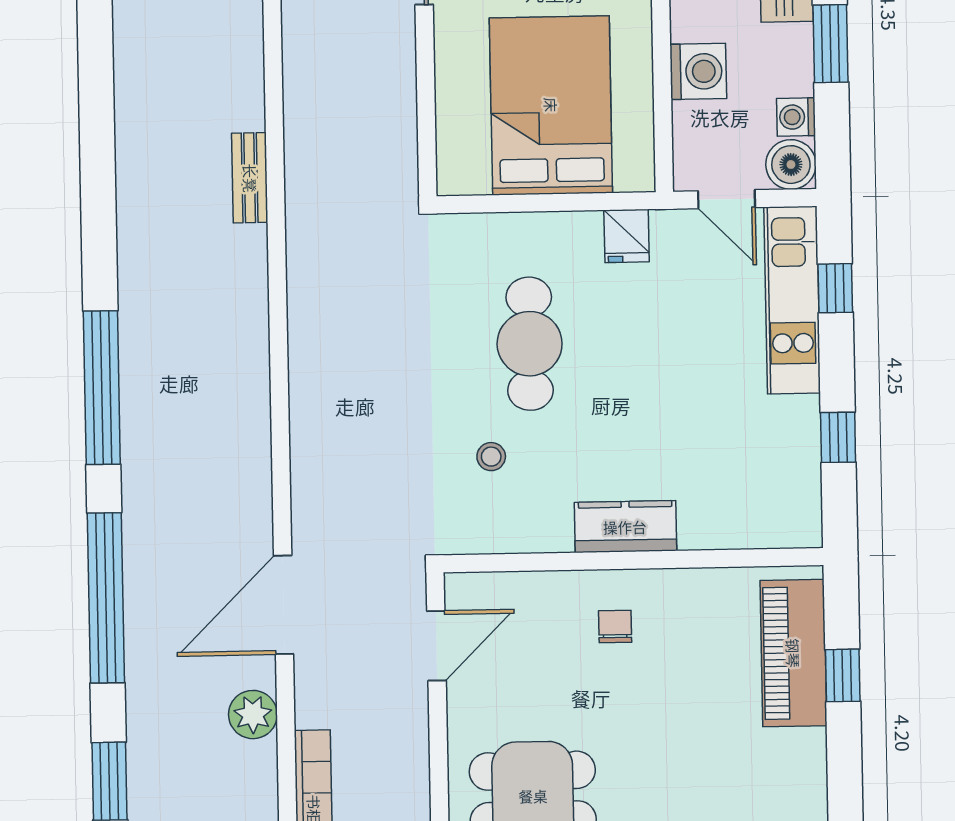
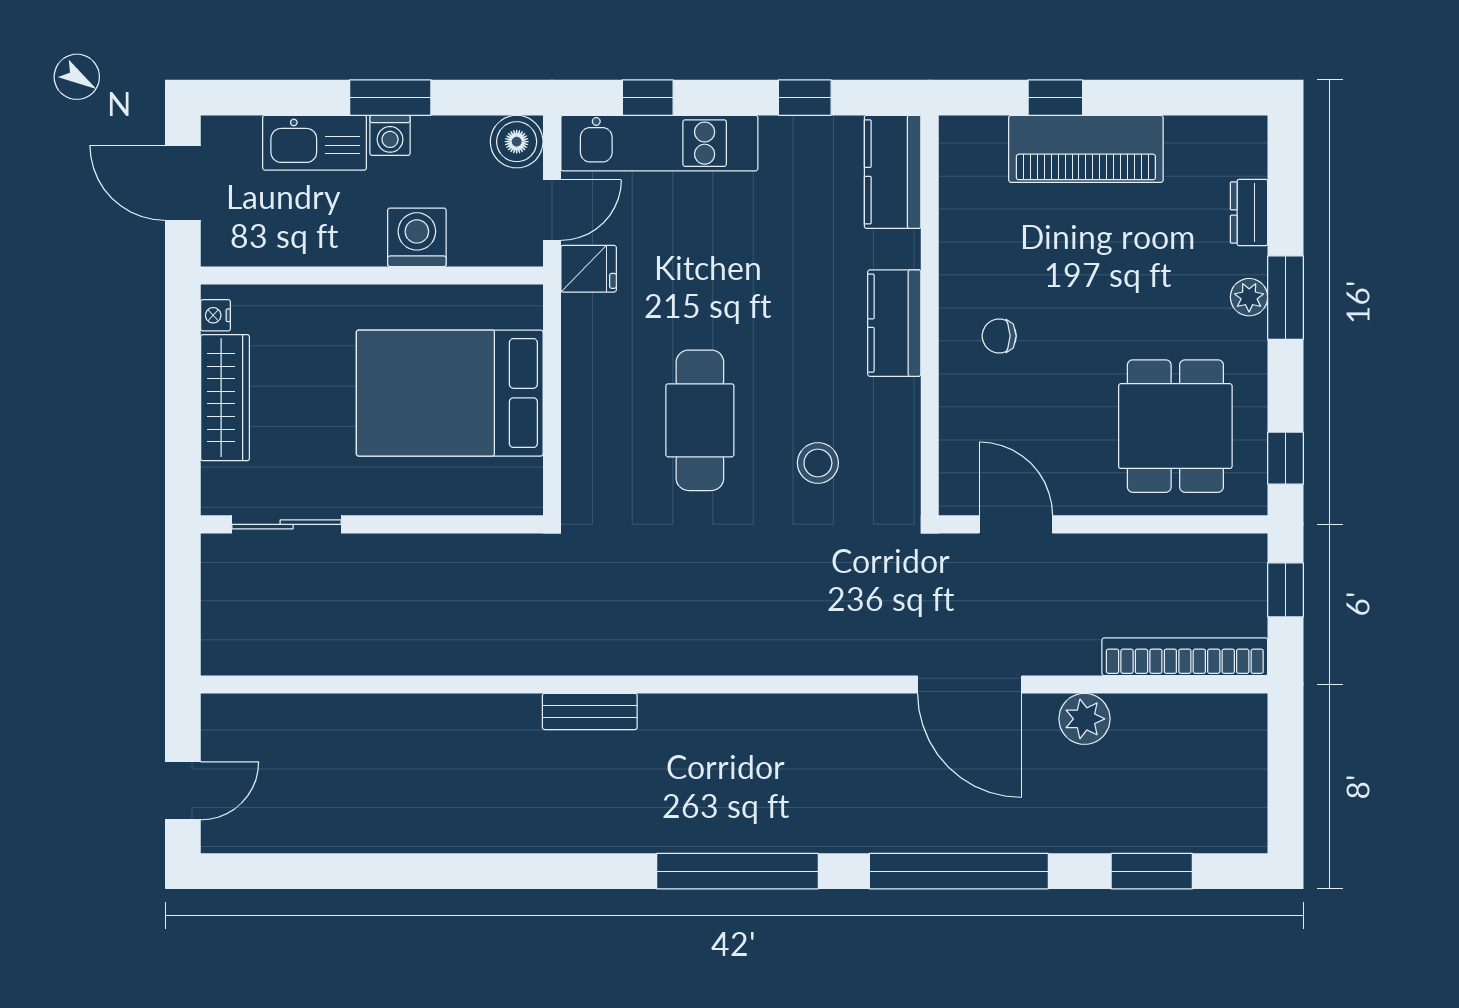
washing machine: (796, 117) -> (390, 135), moved
bench: (250, 178) -> (590, 711), moved
fridge: (627, 236) -> (589, 269), moved
cafe table: (530, 344) -> (700, 420), turned 90
stool: (491, 457) -> (818, 463), width x1.37, depth x1.37
kitchen counter: (769, 522) -> (893, 172), added
piano: (793, 653) -> (1086, 149), moved

